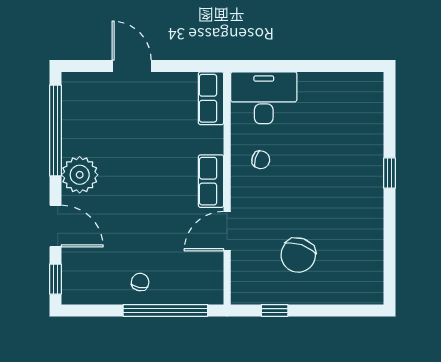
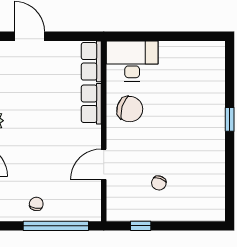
chair: (261, 160) -> (130, 109), width x1.87, depth x1.87
row of seats: (211, 181) -> (91, 104), moved
chair: (298, 255) -> (159, 183), width x0.54, depth x0.54

